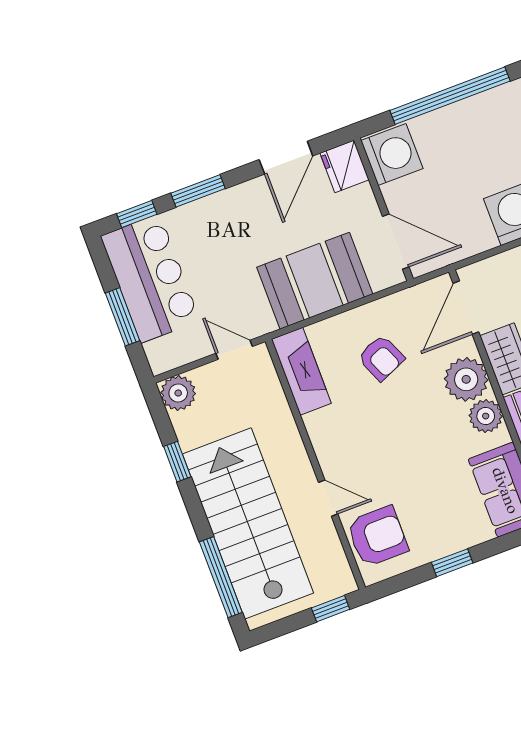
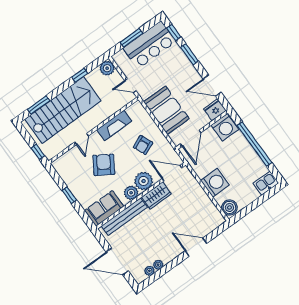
door: (234, 350) -> (130, 86), swing flipped
fireplace: (301, 371) -> (114, 125), moved
armchair: (377, 536) -> (104, 165), moved, turned -148
window: (221, 577) -> (39, 105), width x0.69

